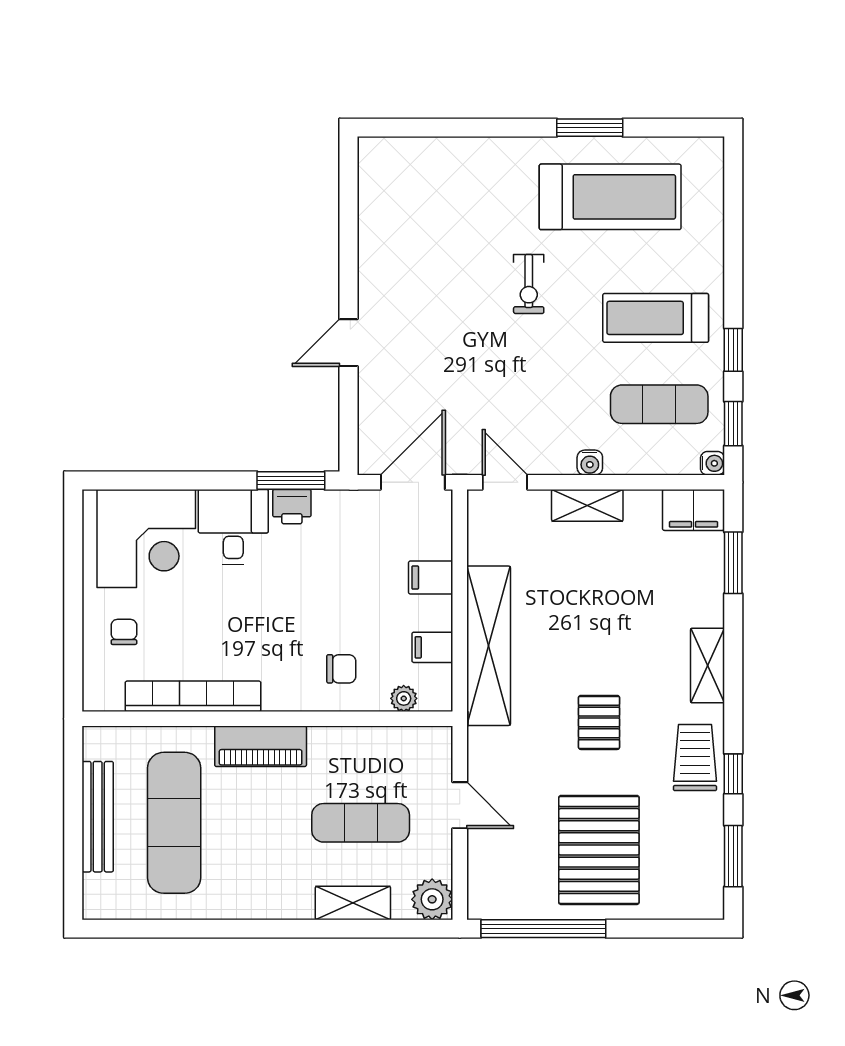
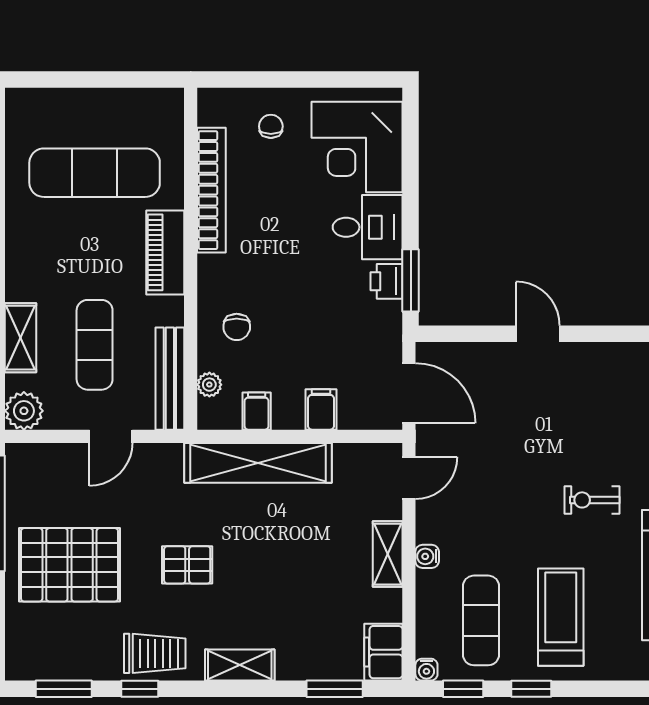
chair: (124, 632) -> (271, 126), turned -90
bench: (98, 817) -> (170, 379), moved, turned 90

